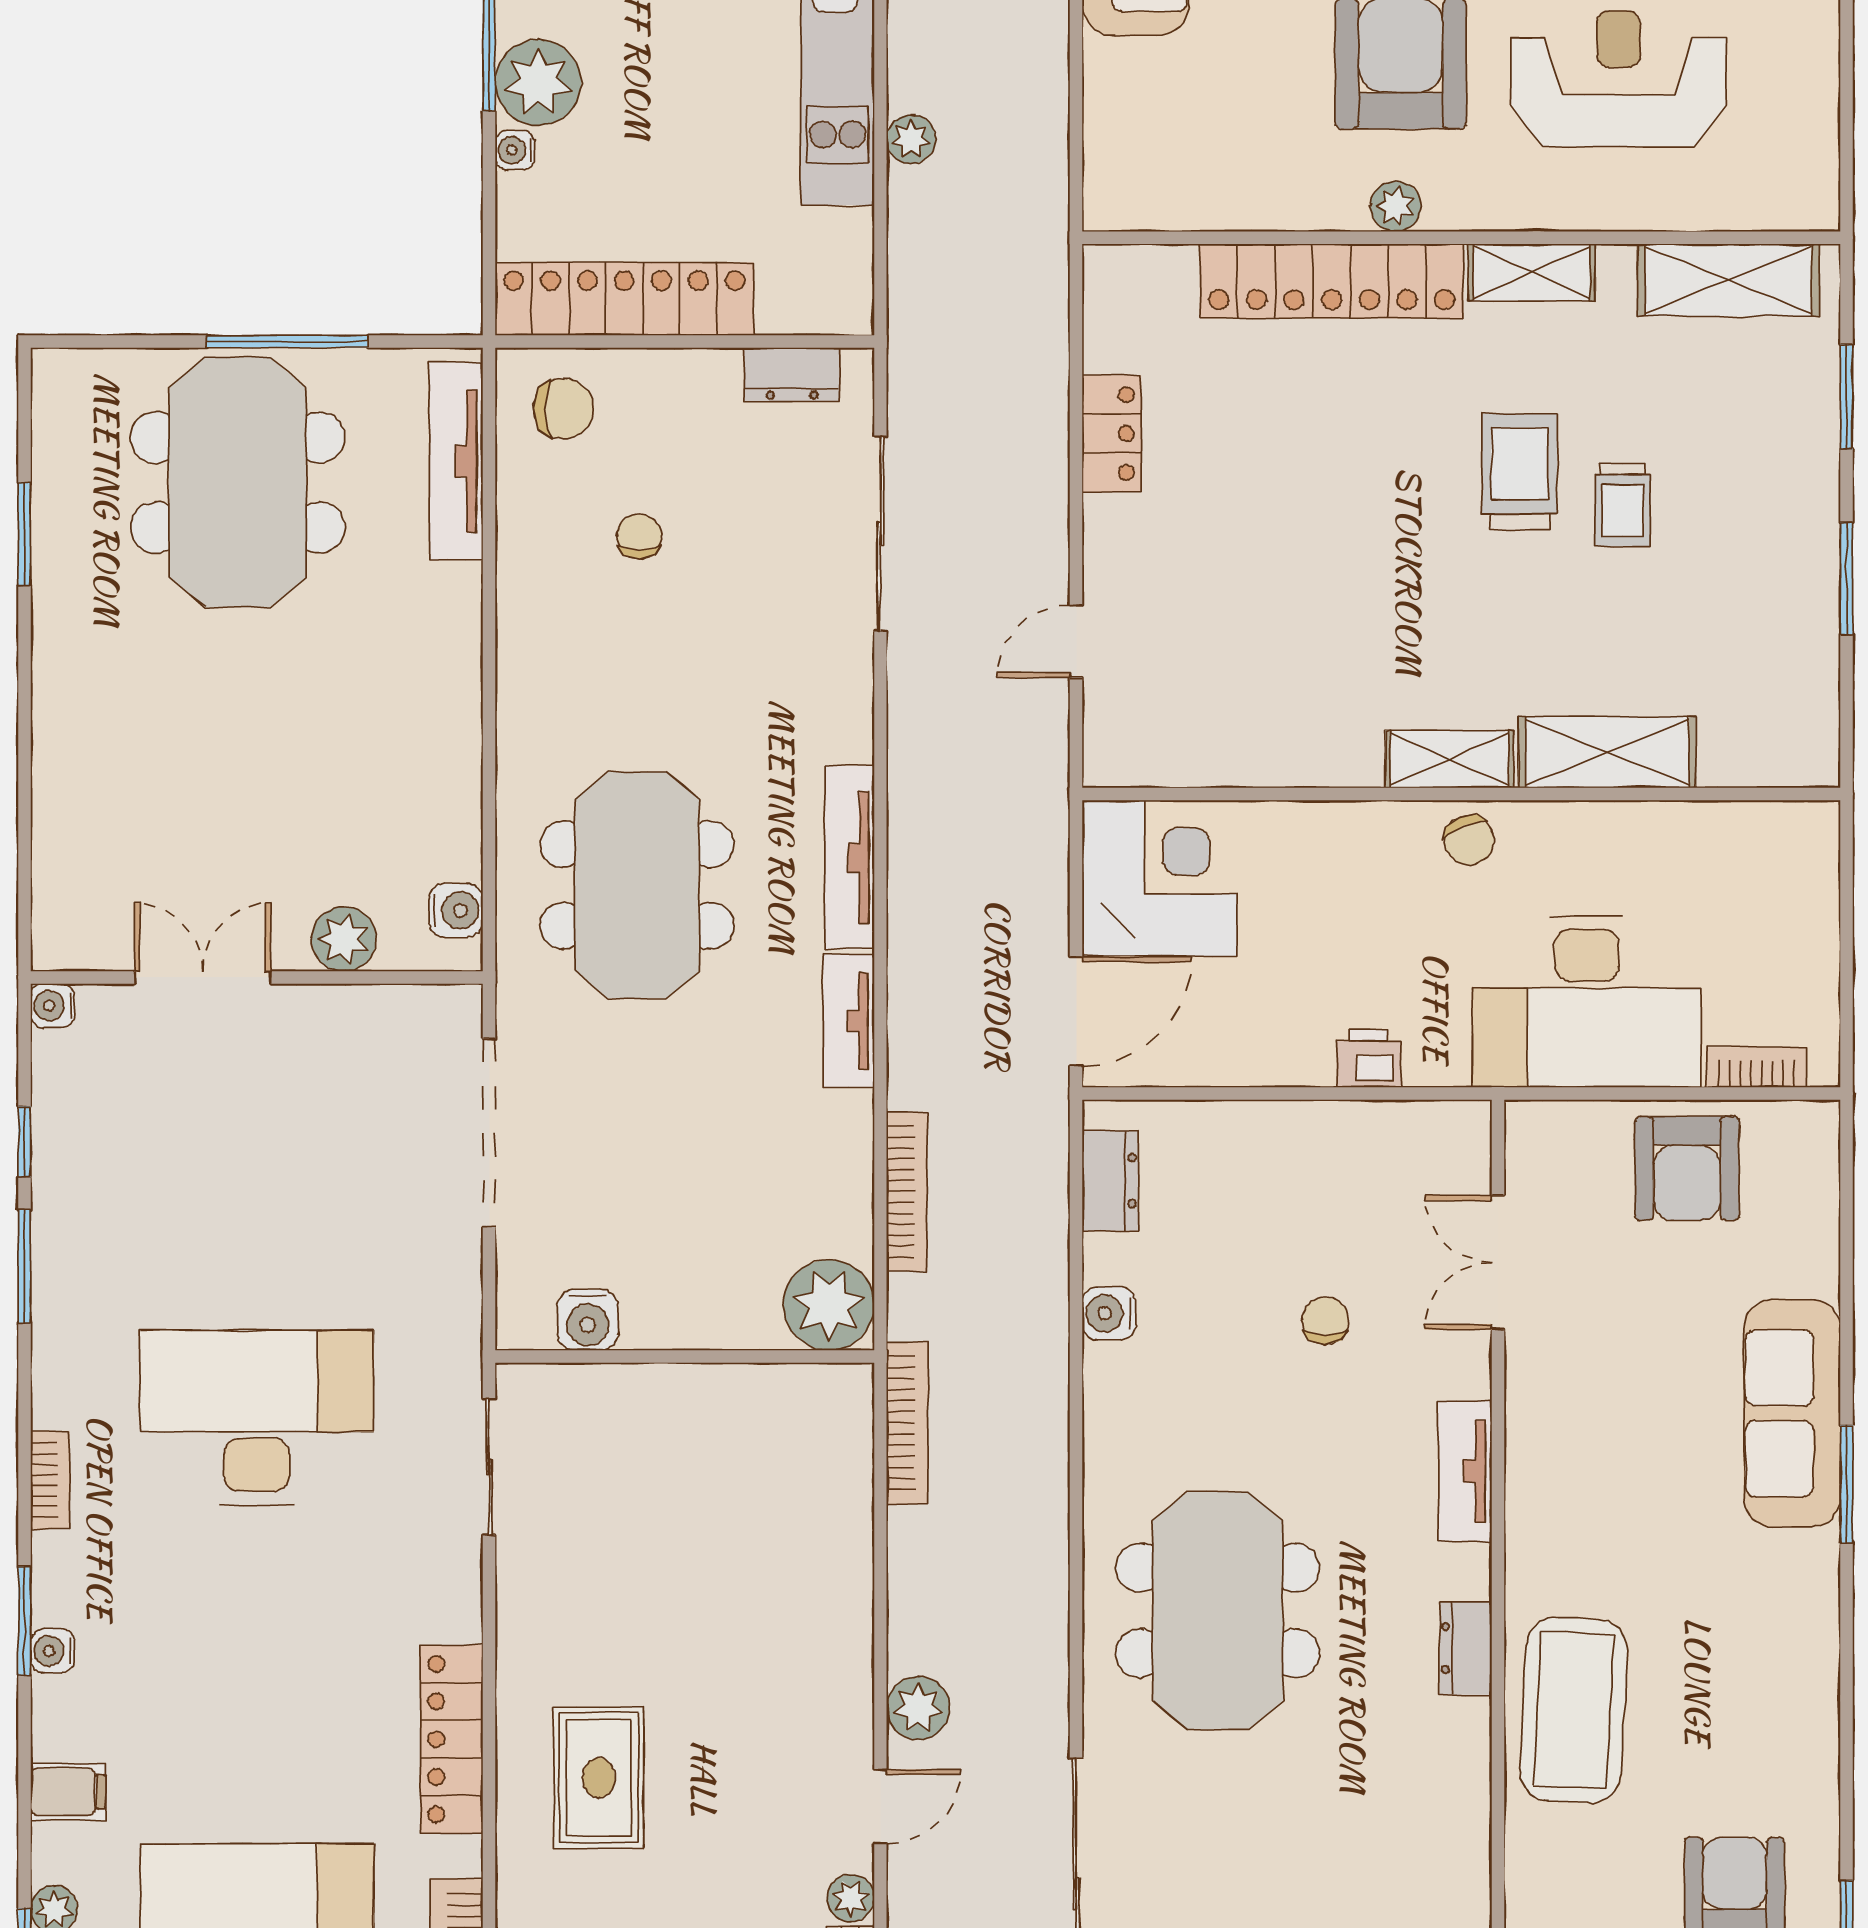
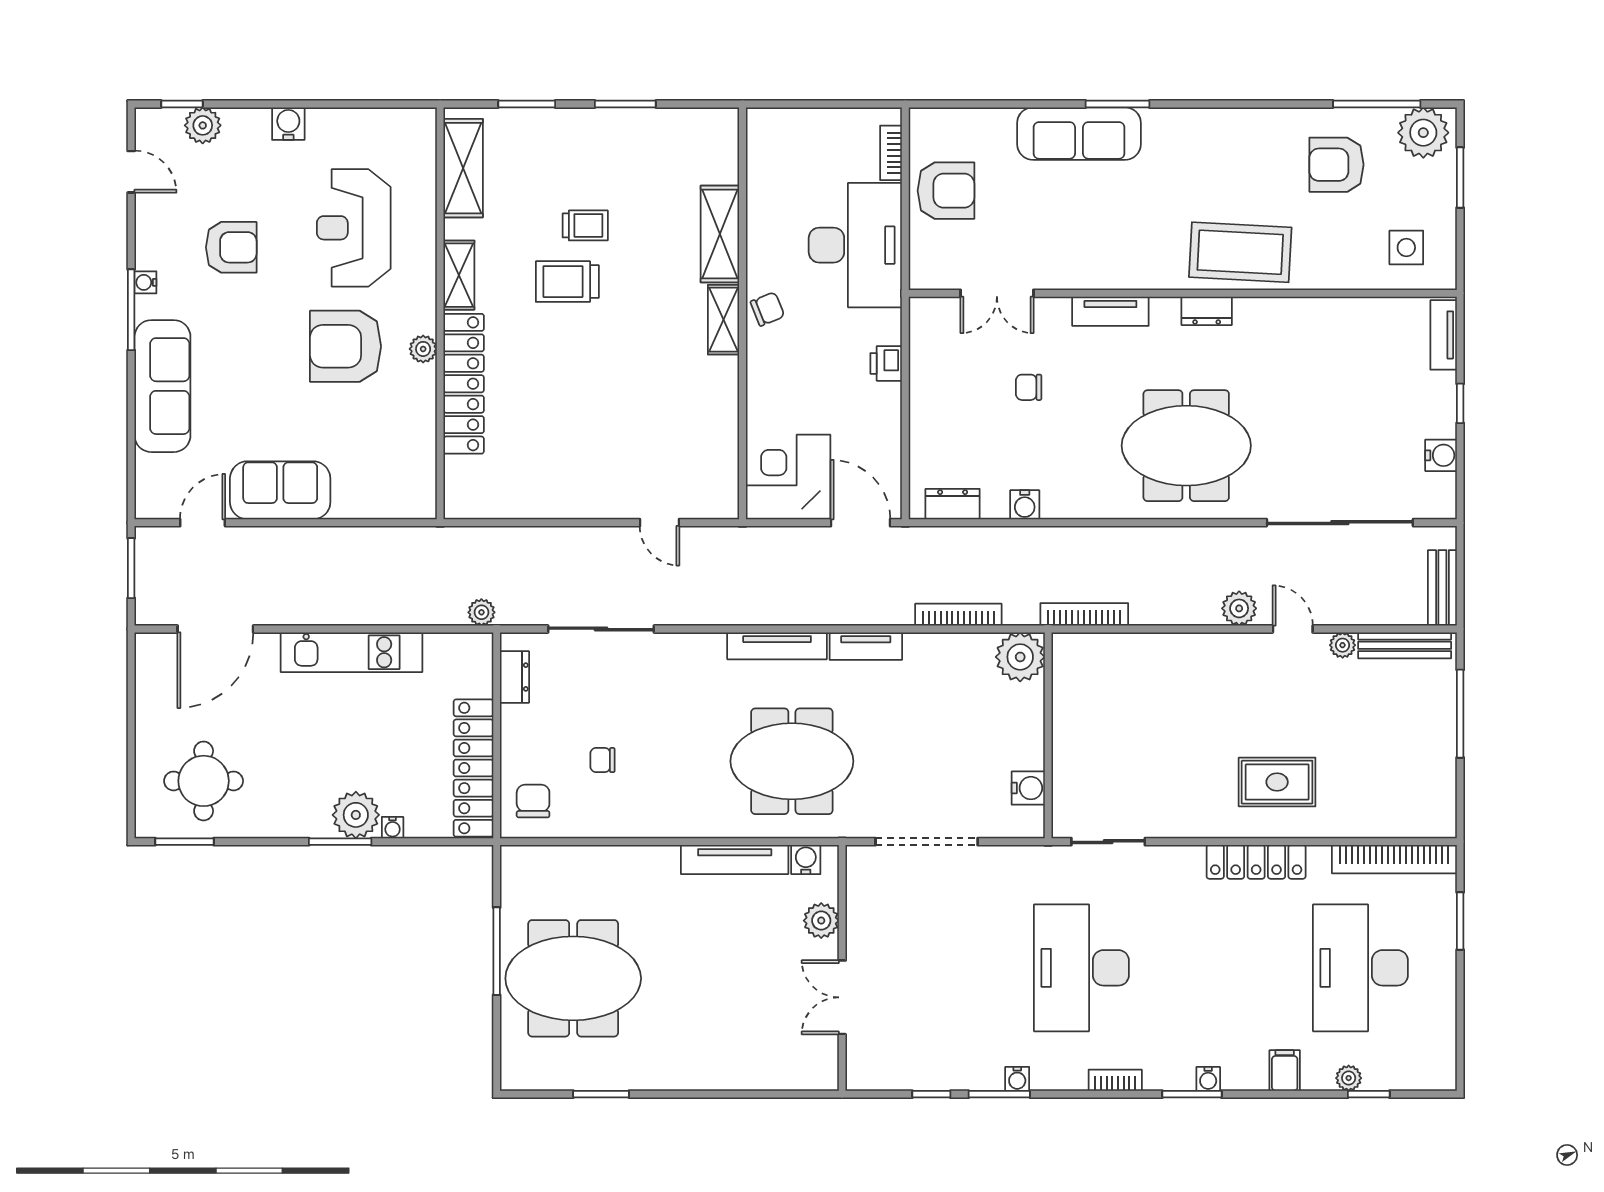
plant: (911, 139) -> (481, 612), moved
locker: (1112, 434) -> (547, 503), removed
tv unit: (456, 461) -> (735, 860), moved
water cooler: (53, 1006) -> (1017, 1079), moved

